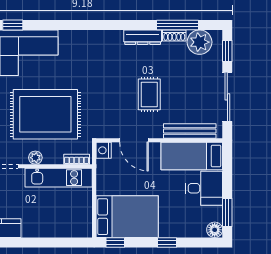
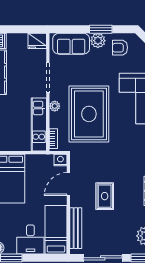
rug: (149, 94) -> (105, 196), turned 90

